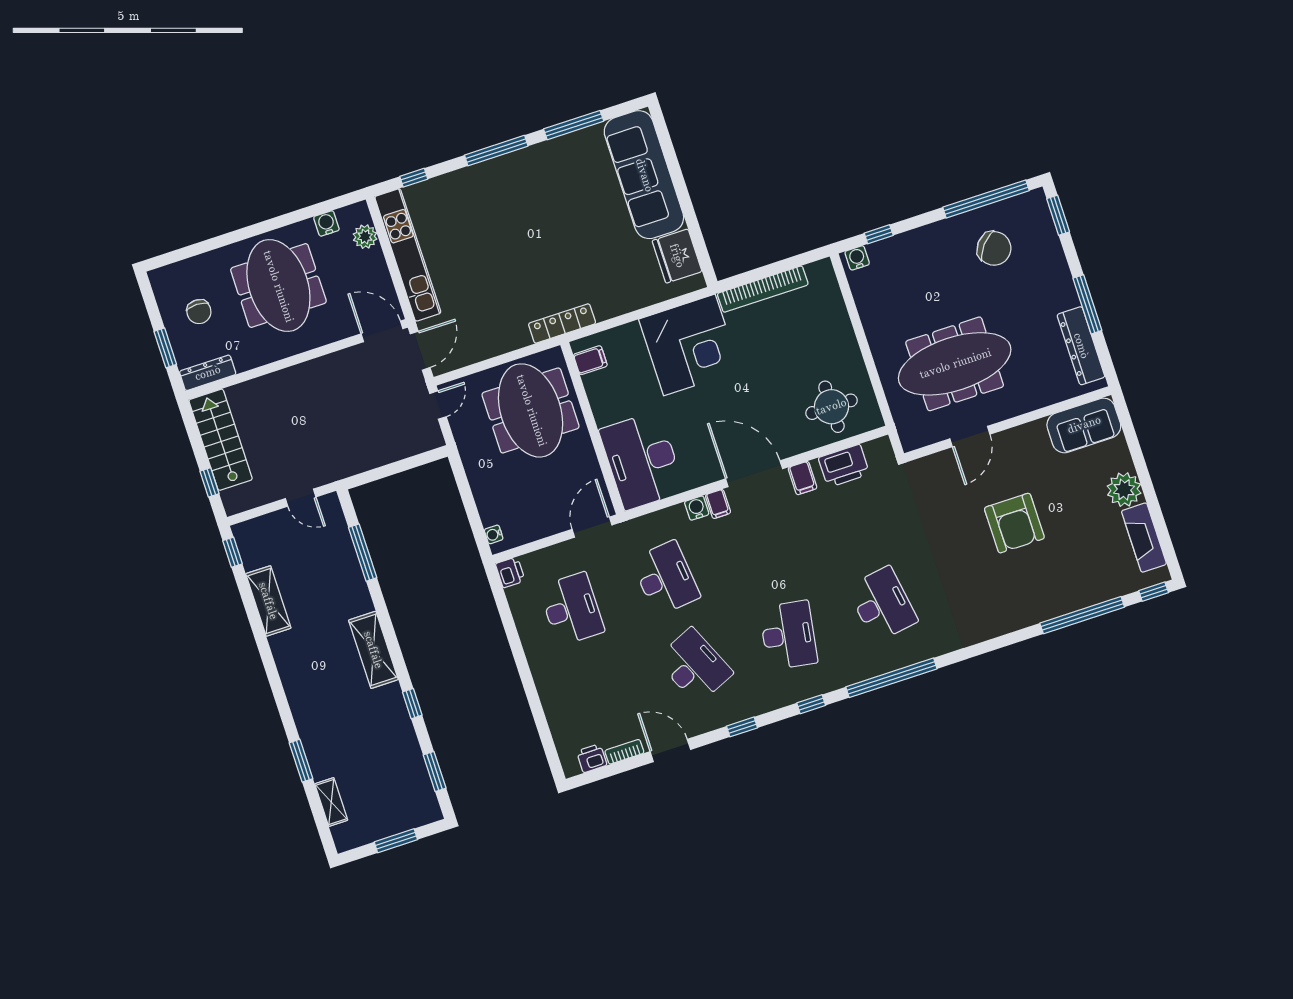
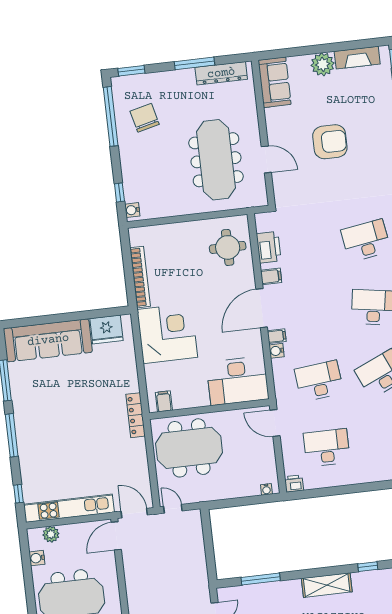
chair: (994, 248) -> (145, 118), turned -54

